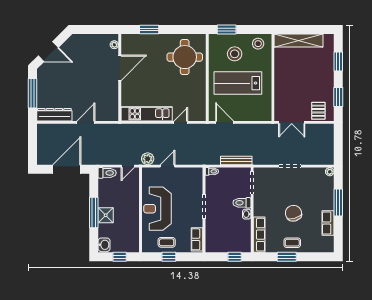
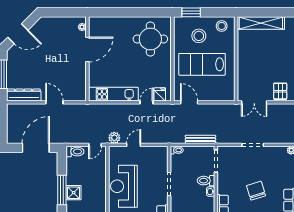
window: (149, 30) -> (116, 12), removed
fridge: (194, 114) -> (160, 94), added
door: (86, 122) -> (54, 102), hinge flipped

